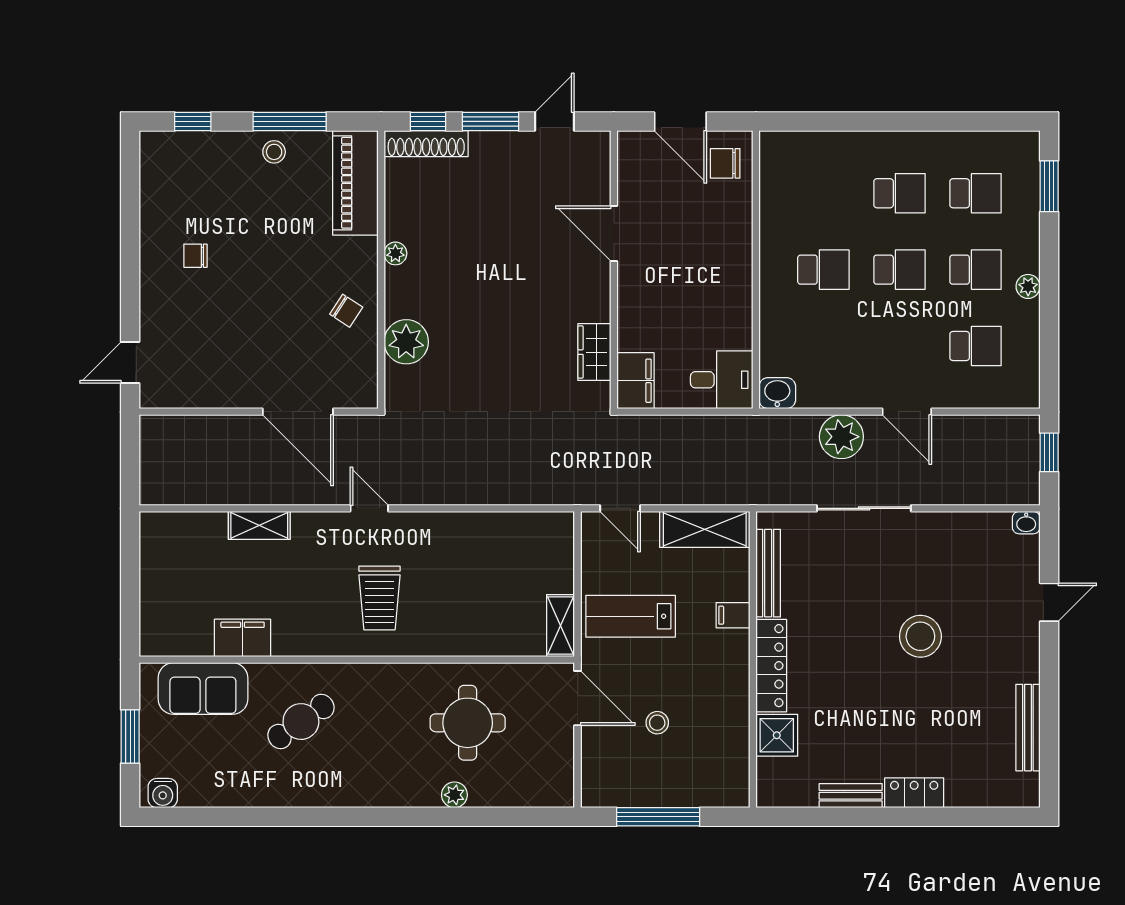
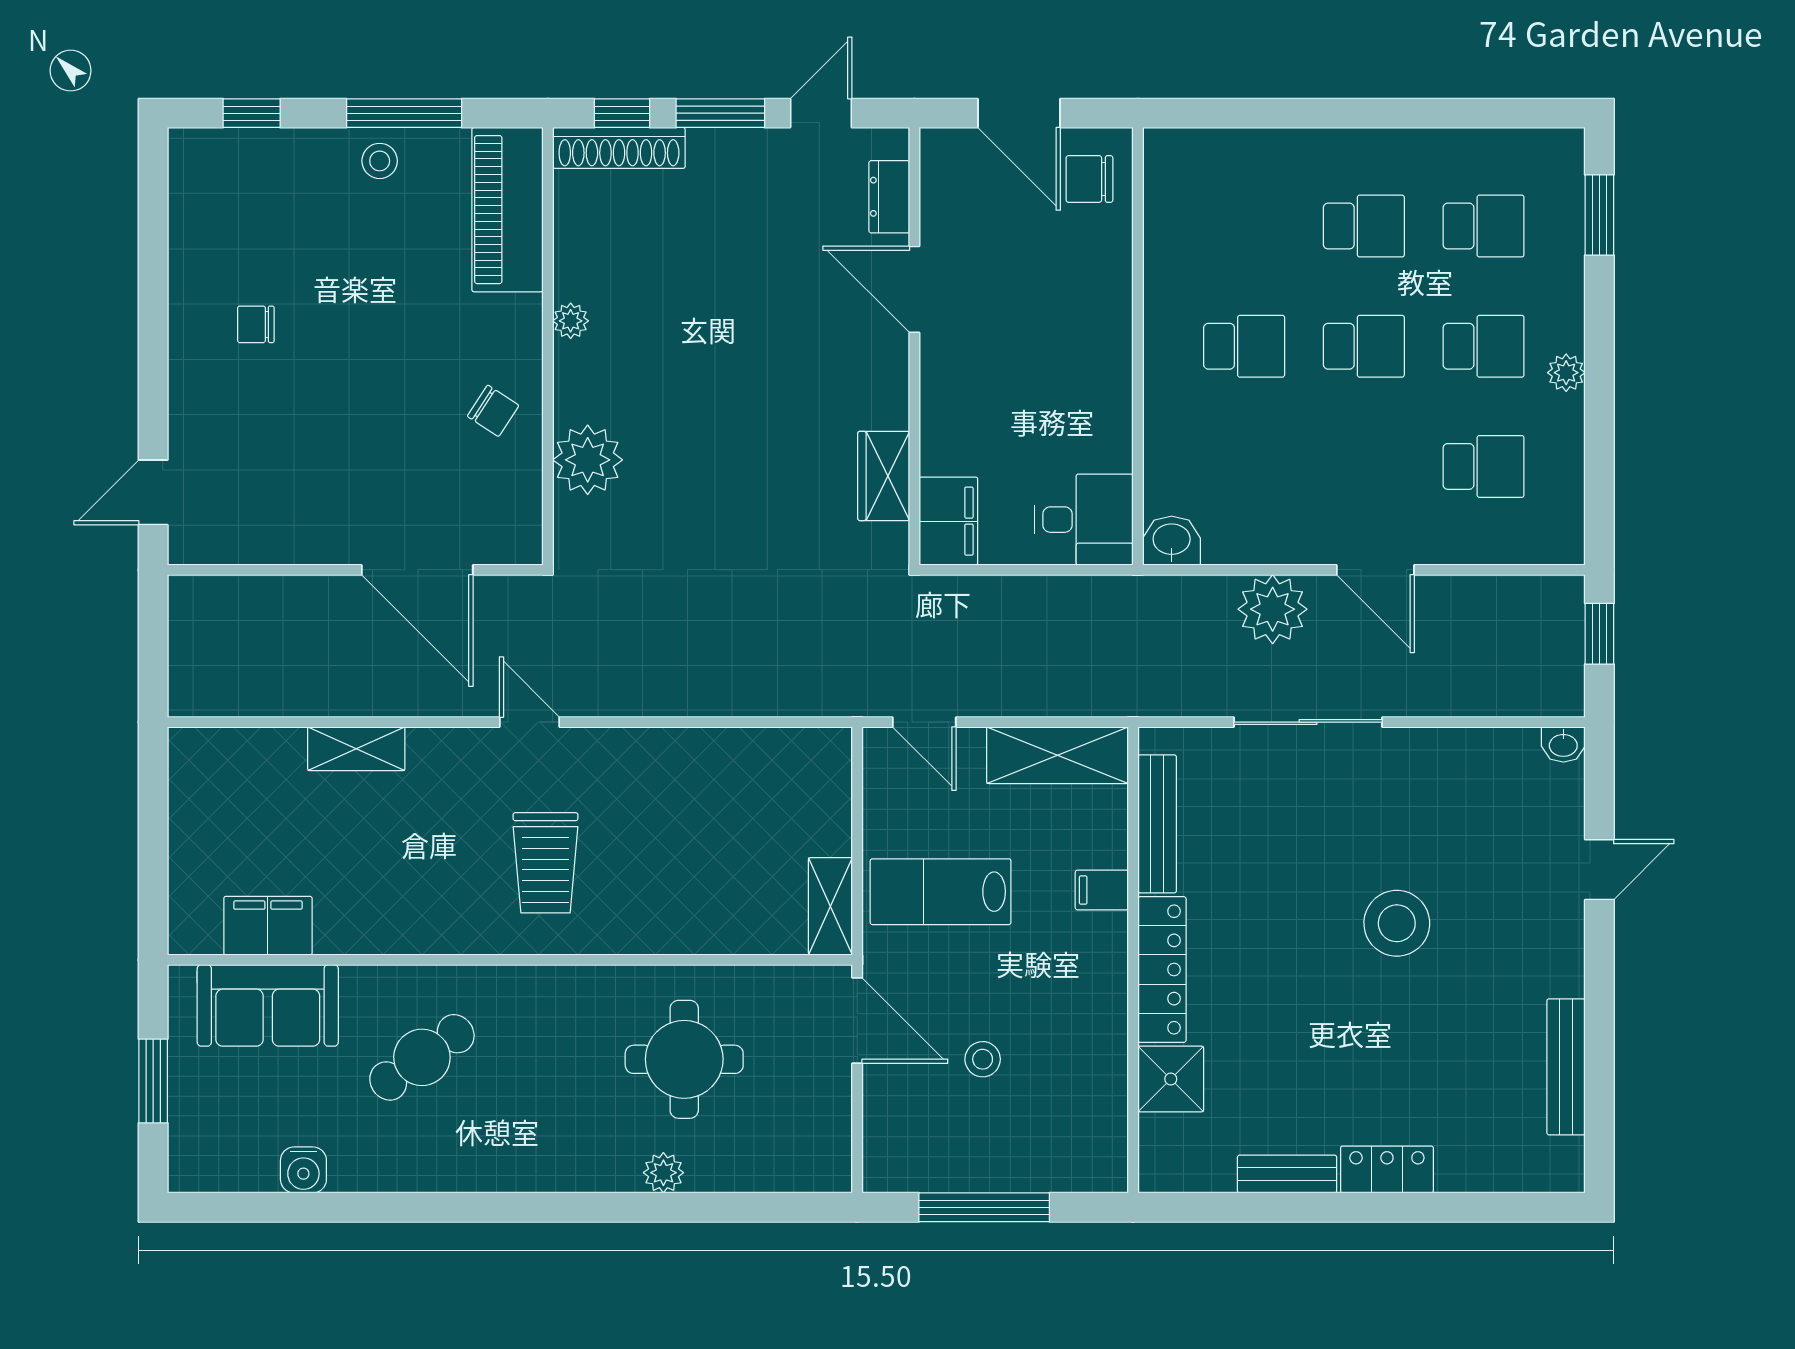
dresser: (598, 175) -> (889, 197), added
filing cabinet: (243, 638) -> (268, 926), moved
water cooler: (163, 793) -> (303, 1170), moved

